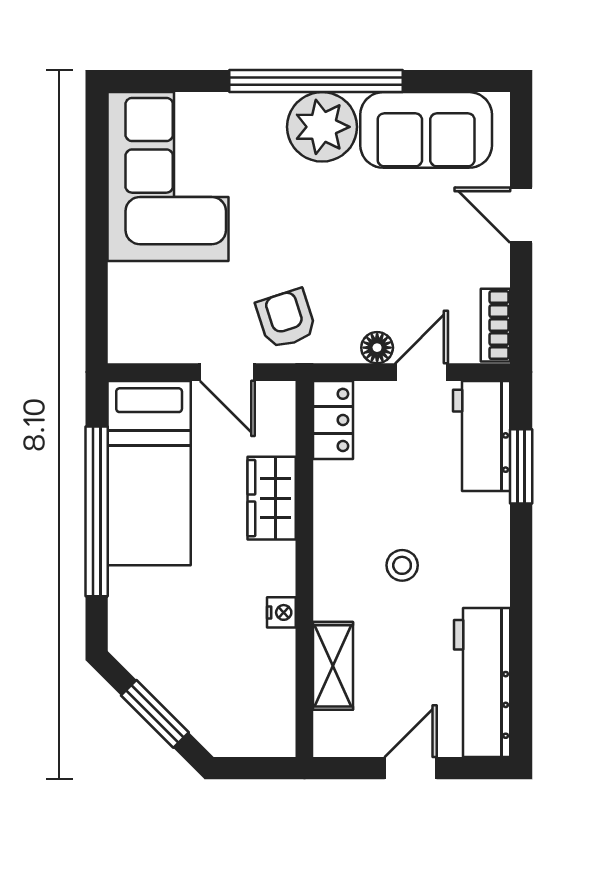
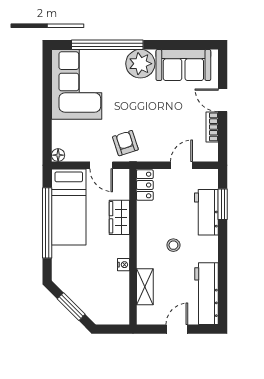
window: (316, 81) -> (107, 45), moved
bookcase: (496, 325) -> (212, 127), moved
floor lamp: (377, 348) -> (58, 155), moved
workbench: (482, 436) -> (206, 212), moved

